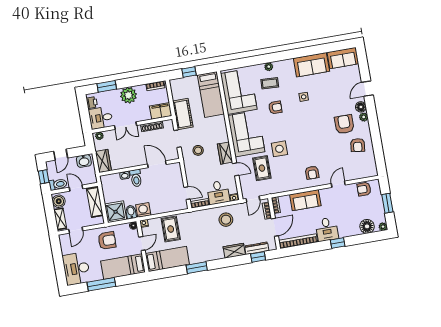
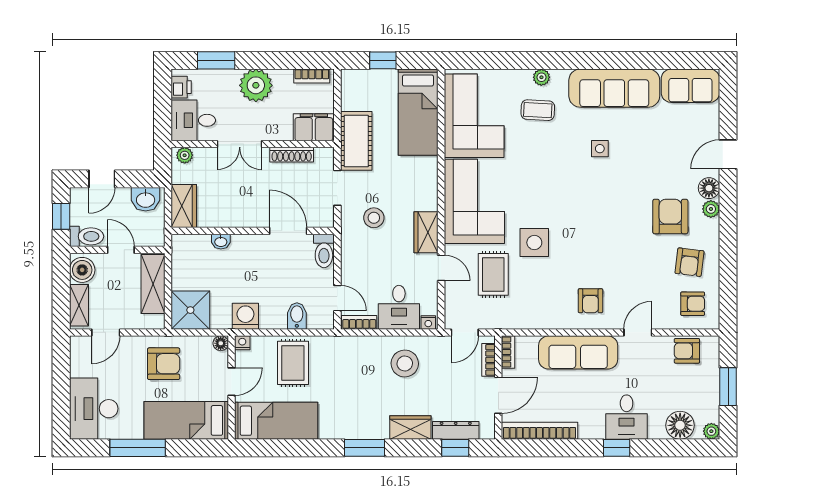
sofa: (311, 65) -> (614, 88), width x1.36
armchair: (275, 107) -> (693, 304), moved
toilet: (136, 178) -> (324, 251), moved
sofa: (305, 200) -> (578, 352), width x1.36
bidet: (131, 212) -> (297, 316), moved
desk: (327, 229) -> (627, 417), moved
window: (197, 268) -> (364, 448), moved

